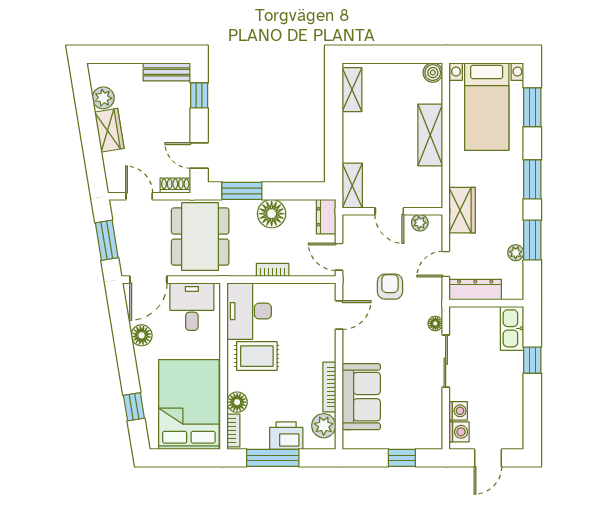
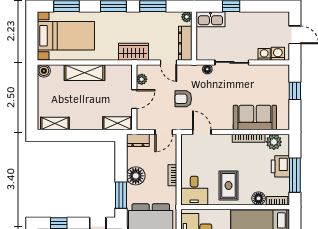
plant: (516, 253) -> (187, 17), moved
desk: (249, 311) -> (194, 191), width x0.73

